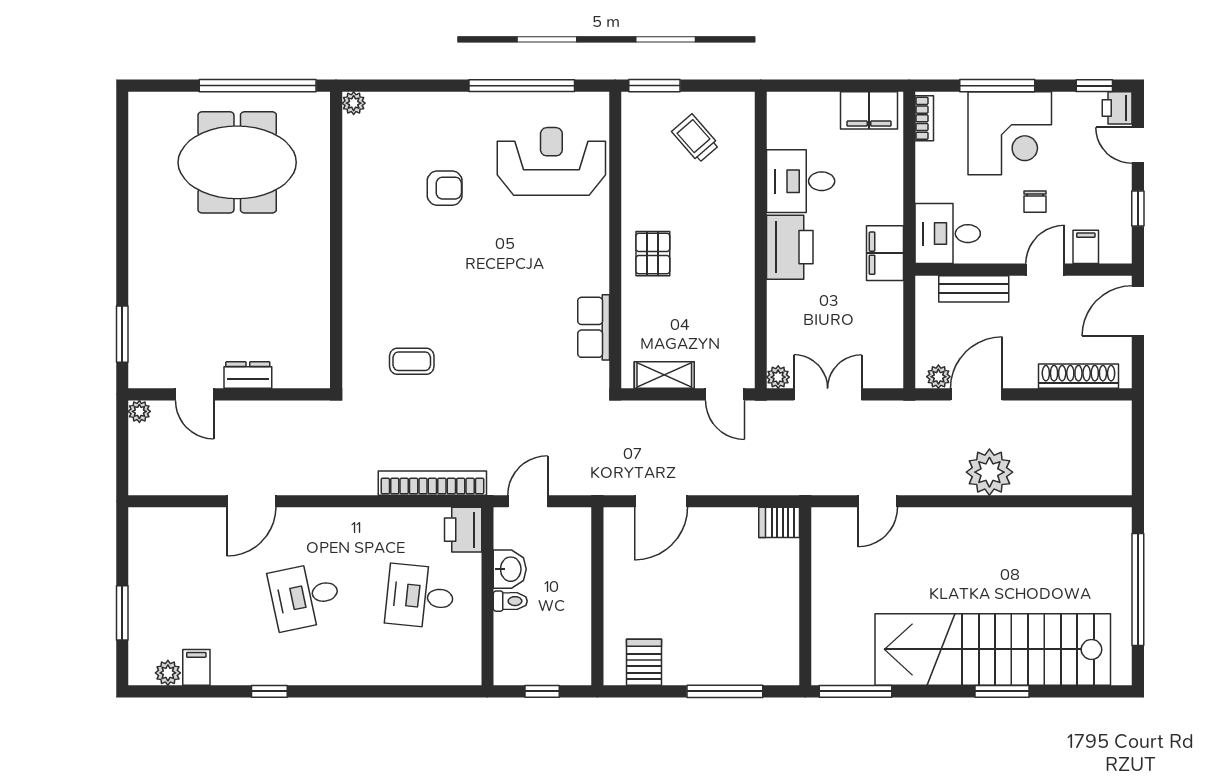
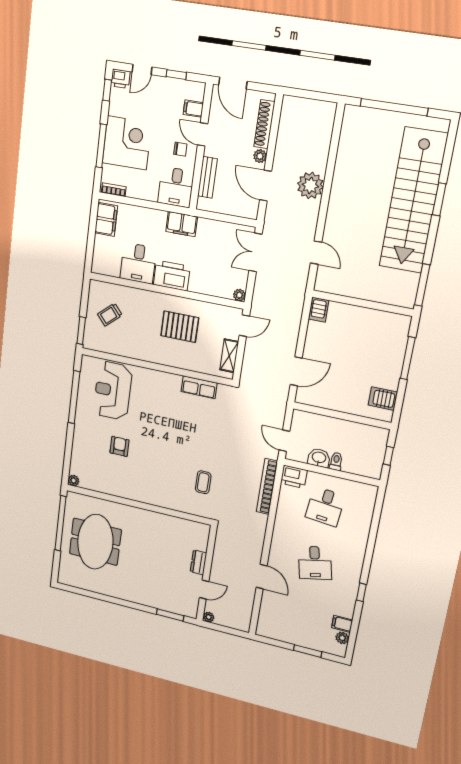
chair: (1035, 202) -> (180, 149), moved
pallet: (653, 254) -> (180, 327), moved, width x1.50, depth x1.42
plant: (938, 377) -> (260, 156), moved
double door: (828, 394) -> (255, 252), moved
door: (661, 501) -> (296, 371), hinge flipped

